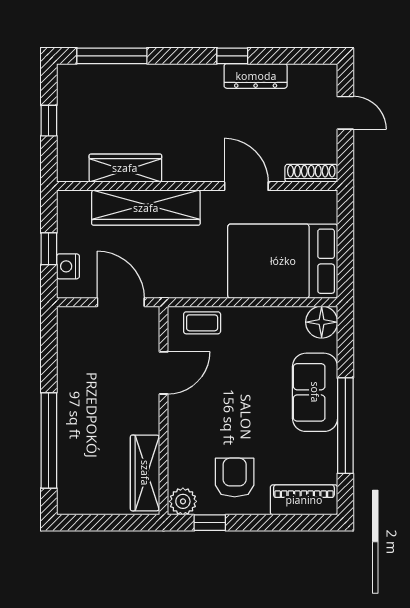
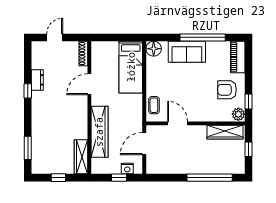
window: (112, 56) -> (28, 148), width x0.69
dresser: (256, 76) -> (37, 80), width x0.70
wardrobe: (125, 168) -> (81, 157), moved
bed: (283, 261) -> (131, 67), width x0.67
window: (109, 523) -> (248, 149), added

